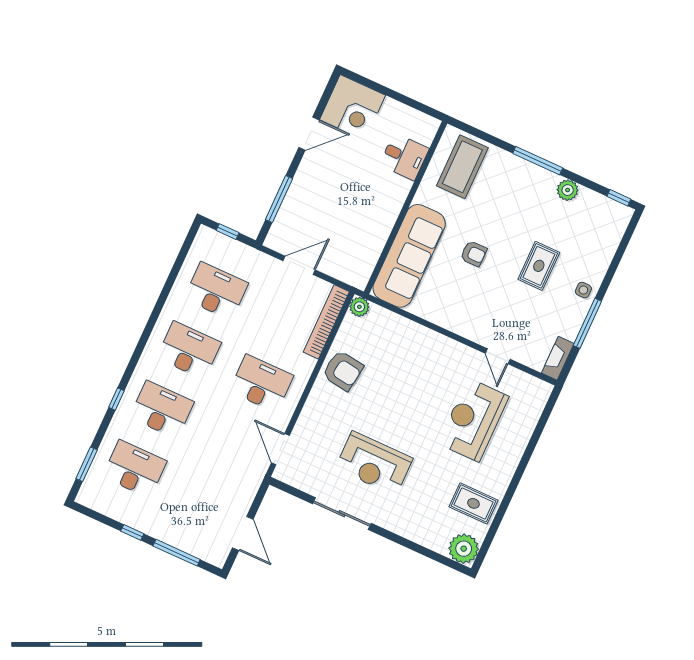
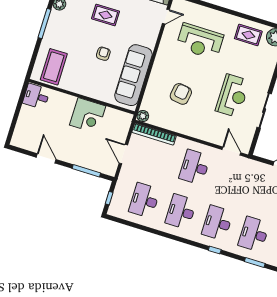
corner desk: (353, 107) -> (88, 116), moved, turned 90
desk: (404, 157) -> (36, 96), moved, turned -90
coffee table: (462, 167) -> (54, 67), turned 90
sofa: (409, 256) -> (133, 75), moved, turned -90
door: (498, 356) -> (166, 17), moved
armchair: (343, 371) -> (181, 94), moved
door: (280, 449) -> (231, 151), swing flipped
rug: (473, 503) -> (248, 35), turned 90

